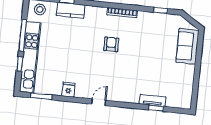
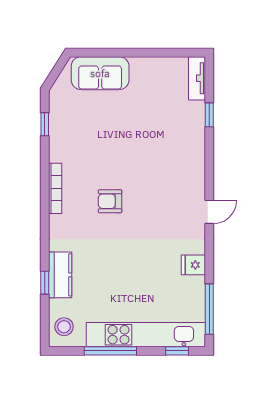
window: (20, 64) -> (177, 351), moved
window: (41, 96) -> (209, 309), width x1.44
tv unit: (153, 100) -> (197, 78), moved
door: (99, 102) -> (209, 212), swing flipped

